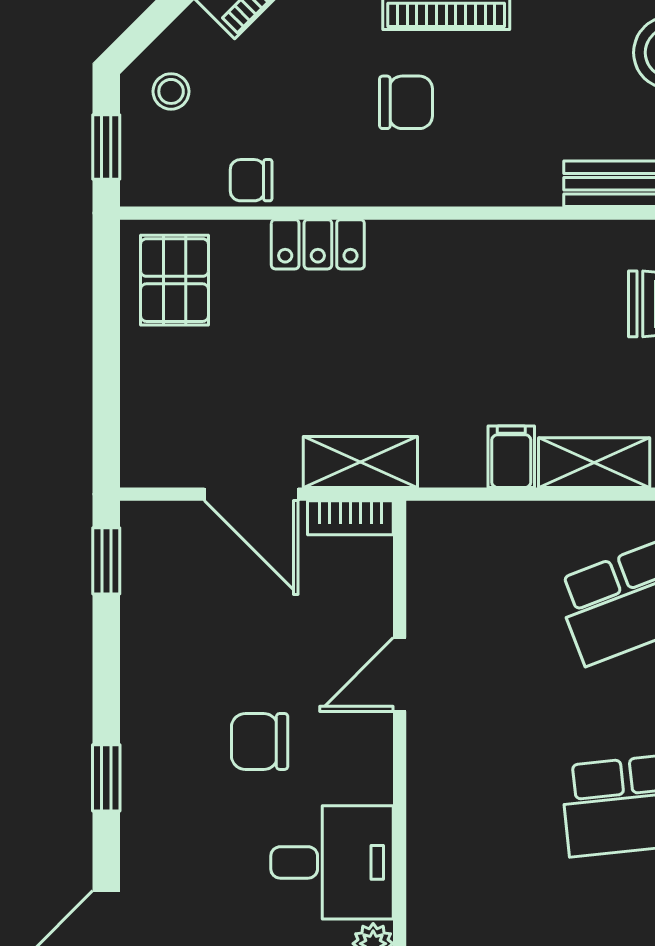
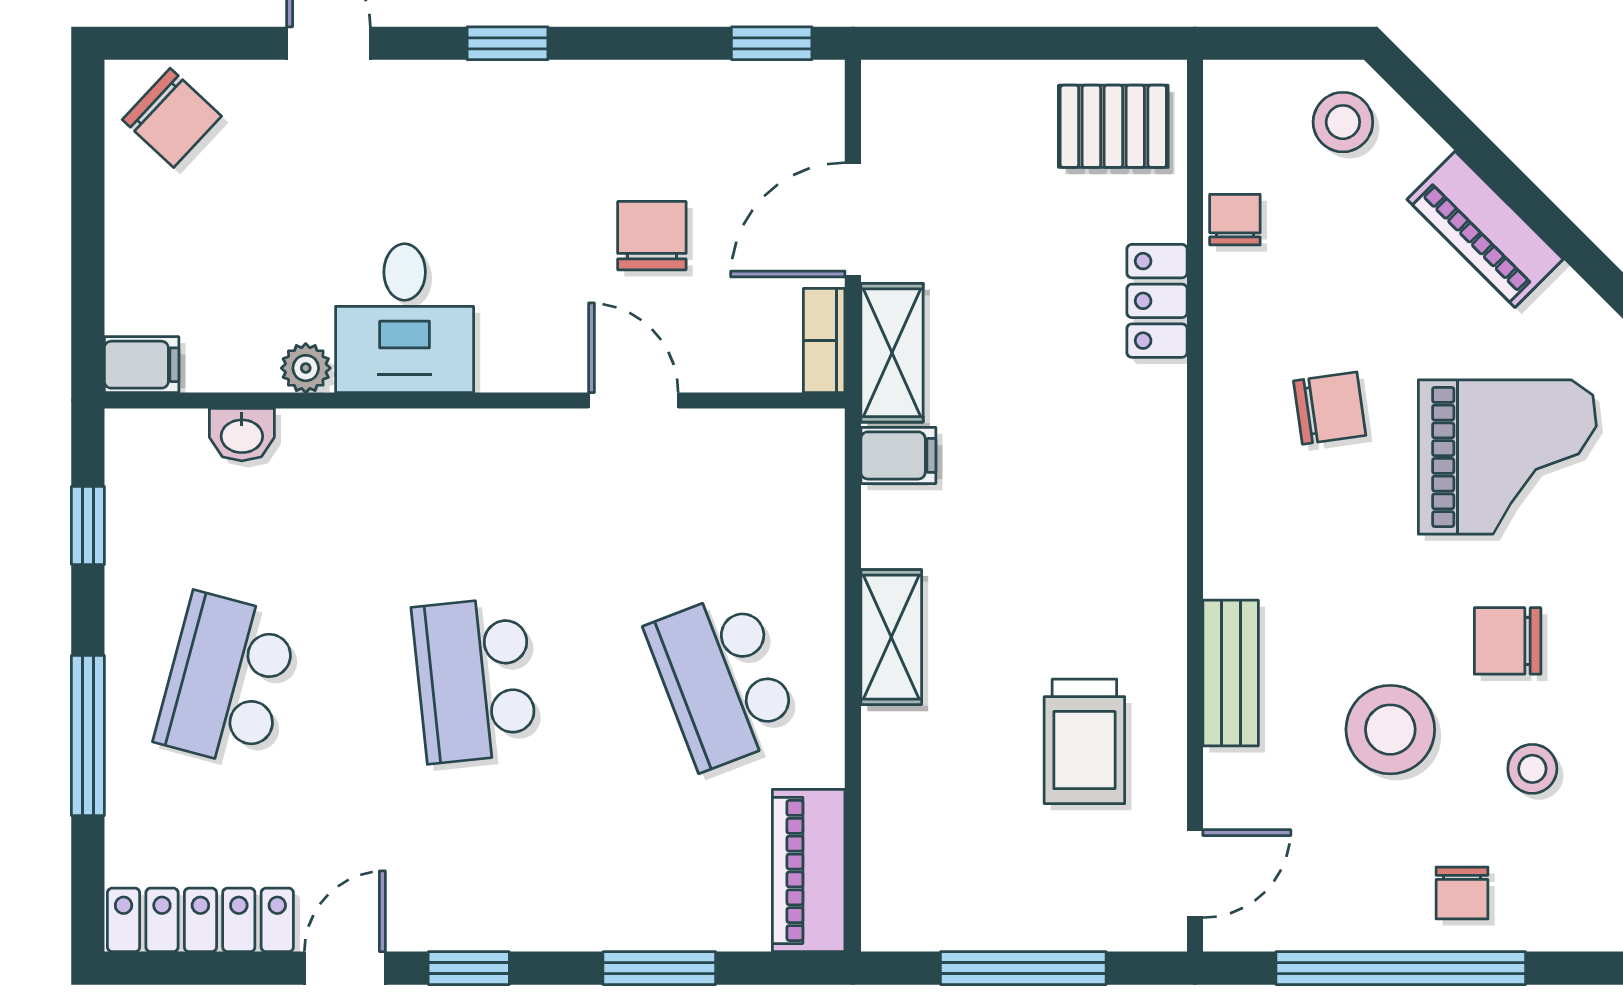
stool: (171, 91) -> (1343, 122), width x1.37, depth x1.37
chair: (406, 102) -> (1330, 408), turned -98
window: (106, 147) -> (1275, 43), removed
filing cabinet: (511, 457) -> (898, 455), moved
chair: (260, 741) -> (652, 236), moved

